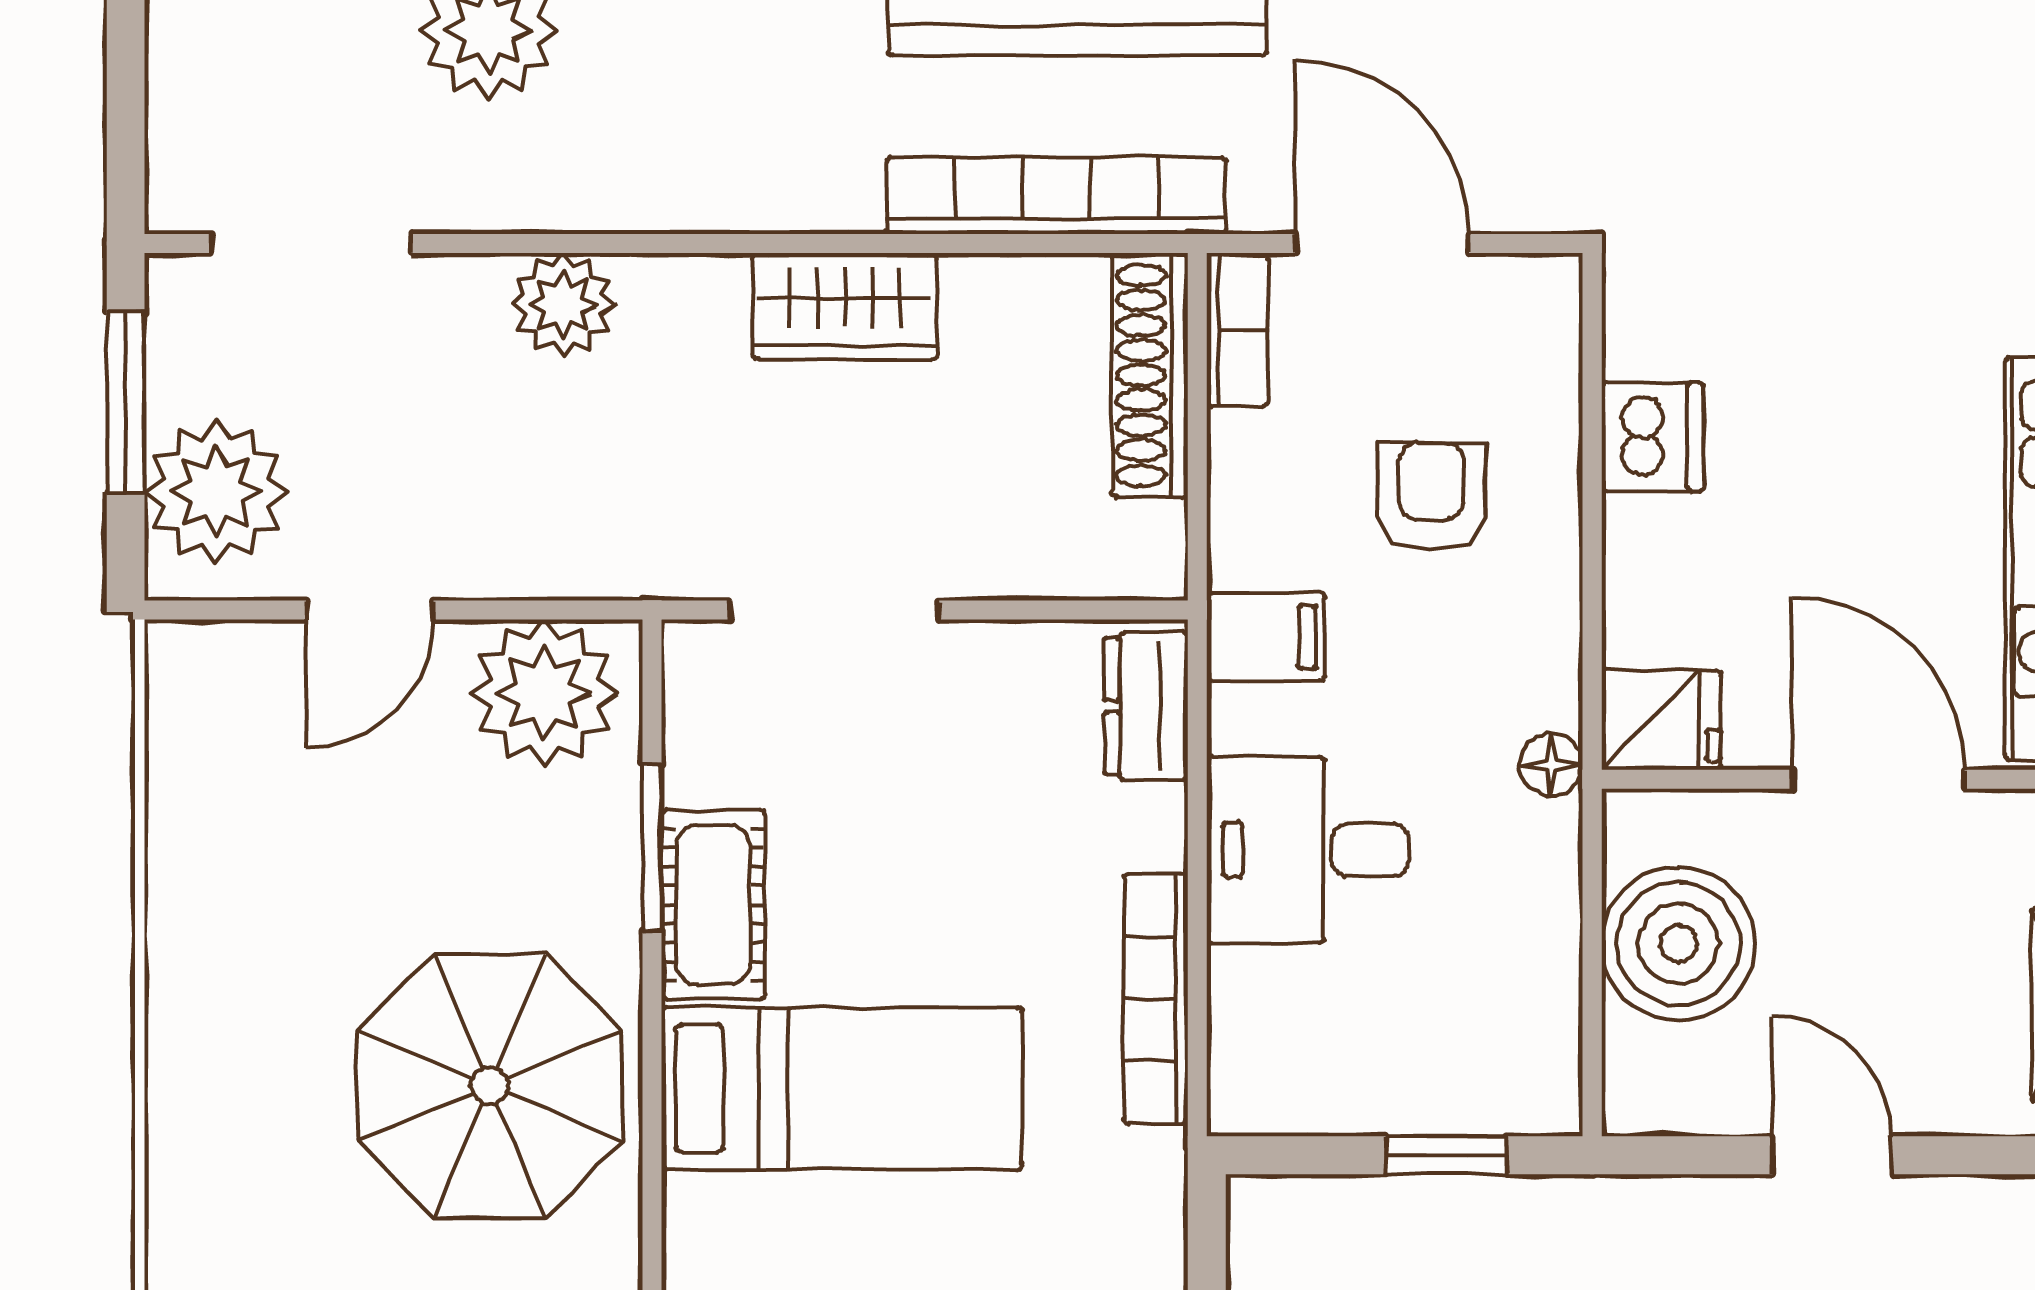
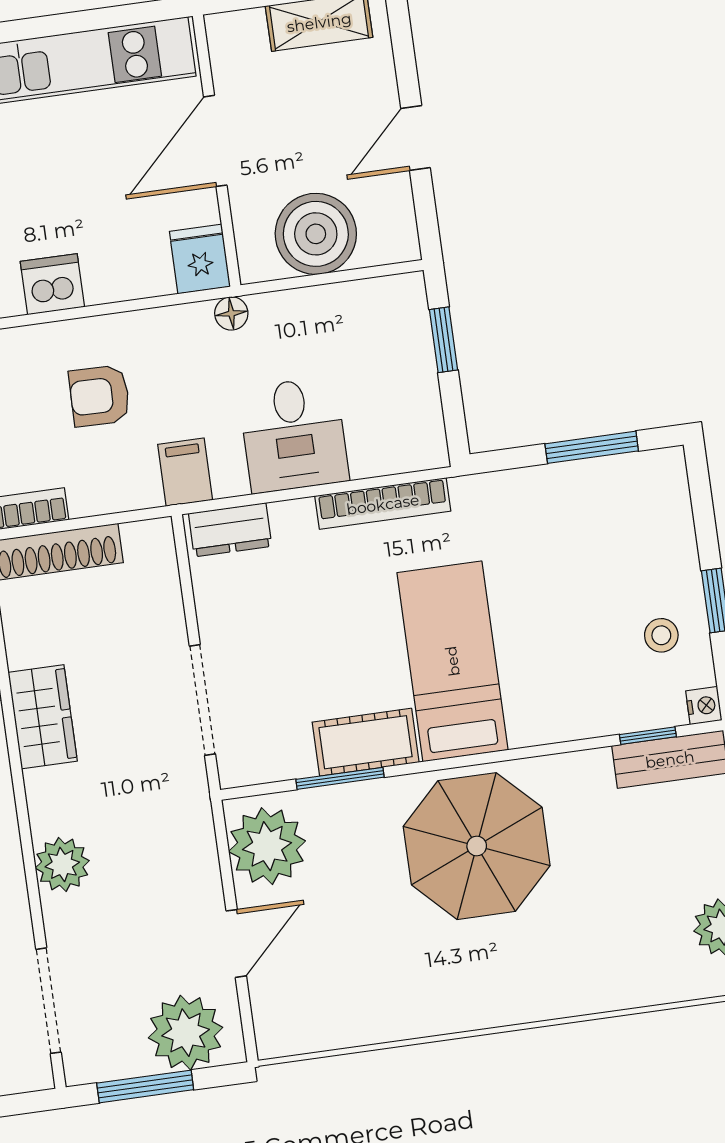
door: (370, 610) -> (236, 943), hinge flipped

